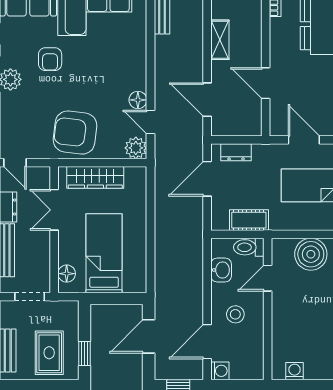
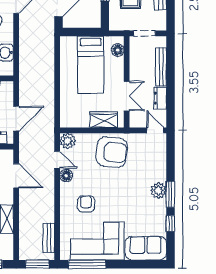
armchair: (50, 59) -> (86, 204), moved
wardrobe: (95, 177) -> (104, 120), width x0.67

